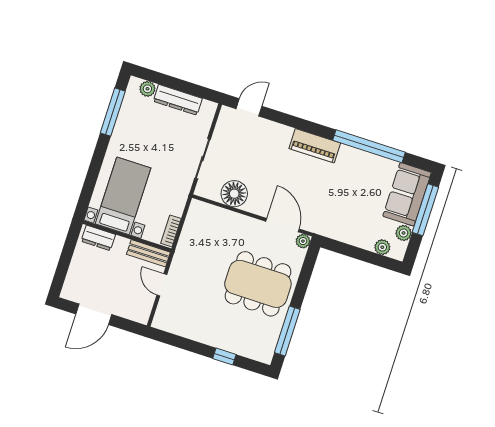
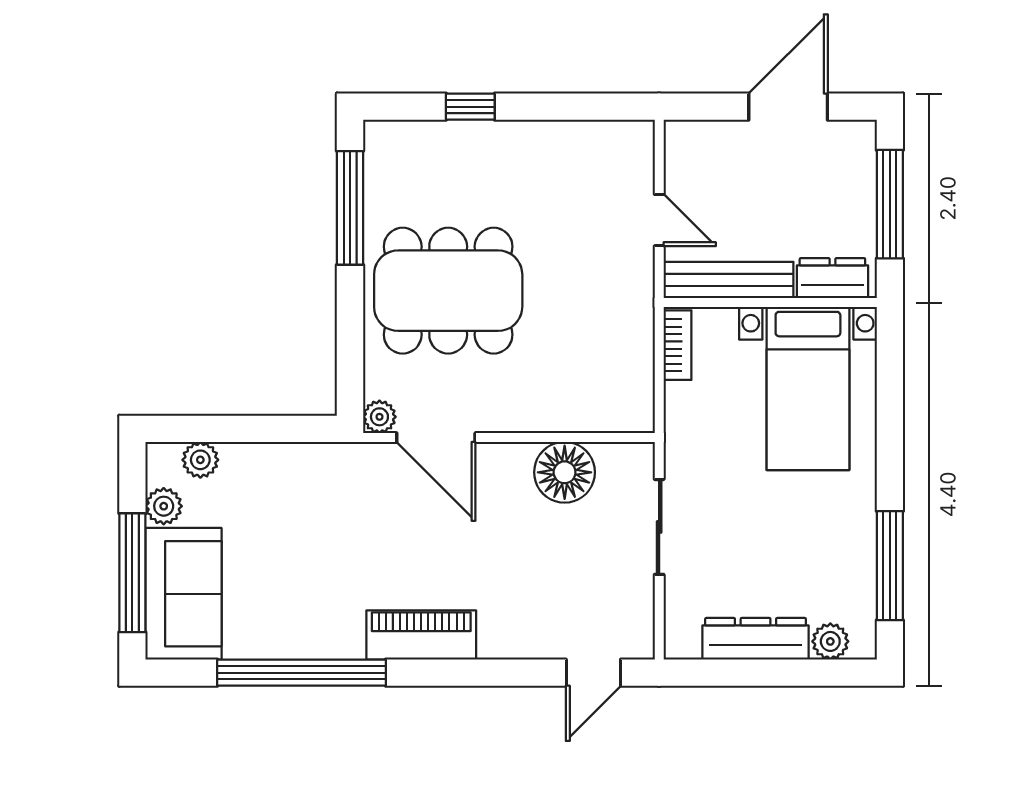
bench: (148, 253) -> (728, 280), width x1.36
window: (65, 261) -> (890, 204), added

